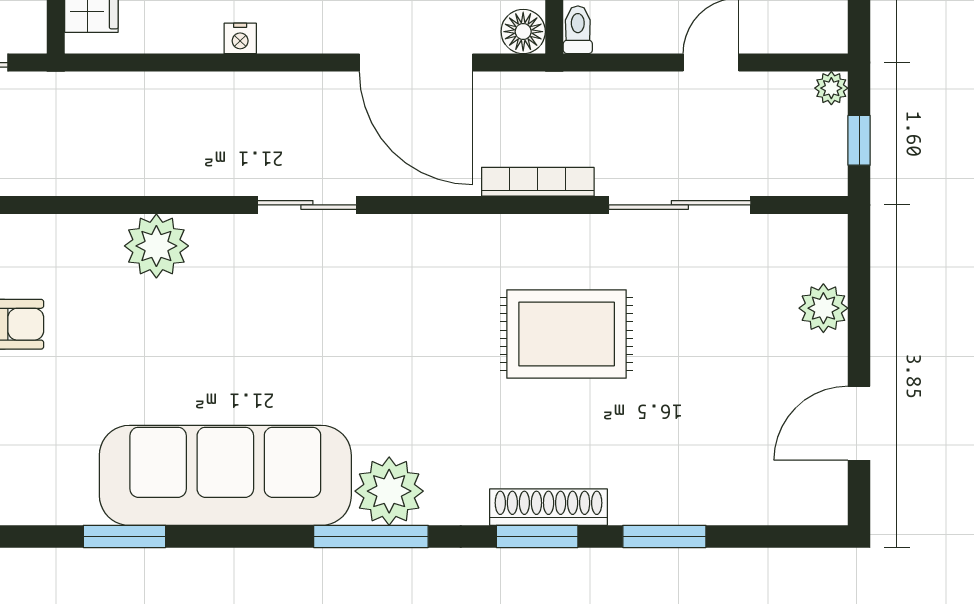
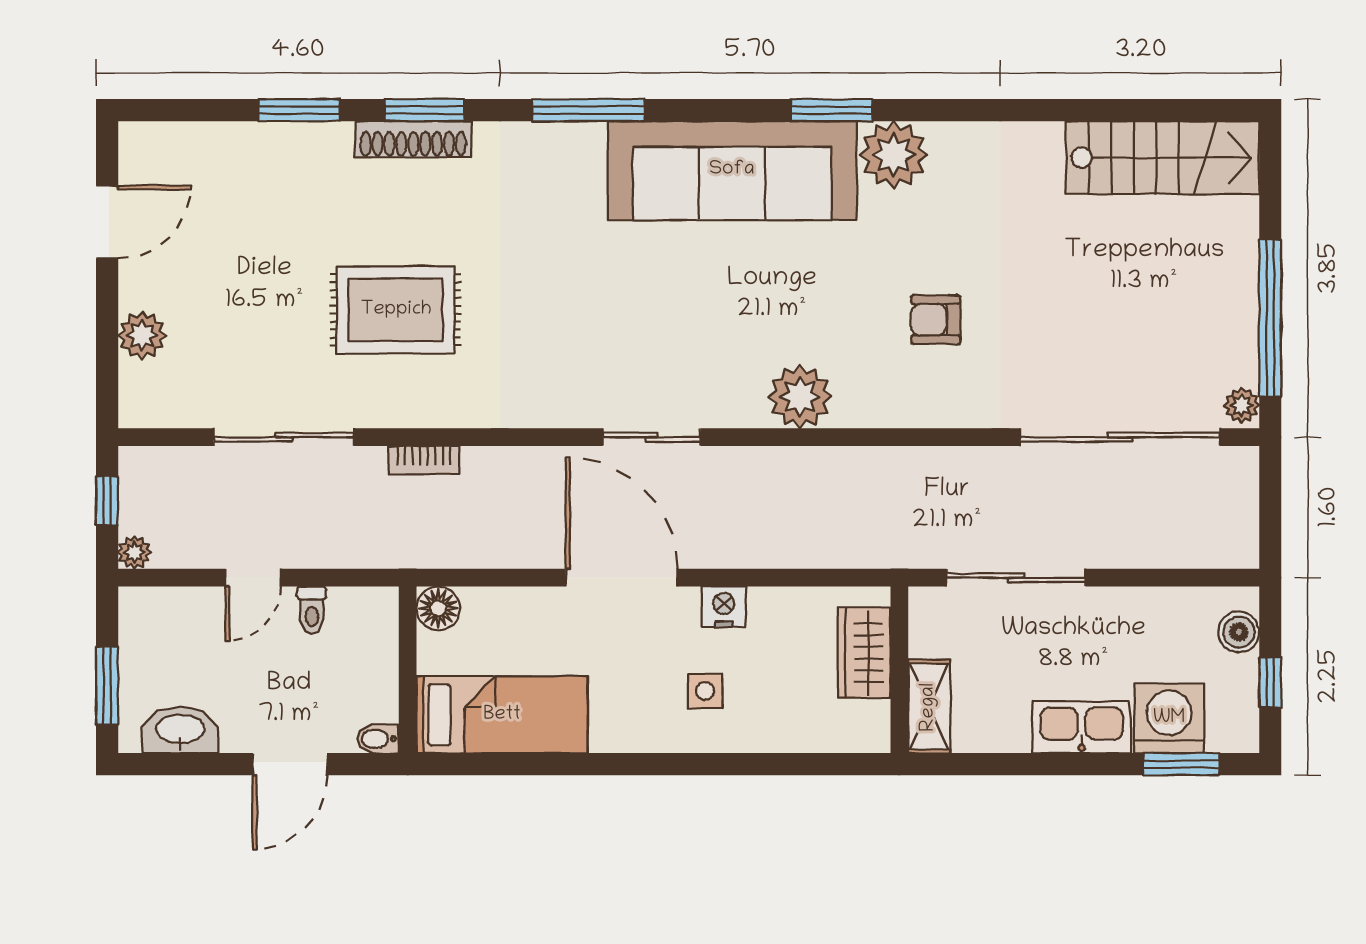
toilet: (578, 30) -> (312, 610), moved
nightstand: (240, 38) -> (724, 607), width x1.39, depth x1.35
door: (416, 63) -> (622, 578), moved
bookcase: (538, 182) -> (424, 460), width x0.64
plant: (389, 491) -> (894, 155), moved

